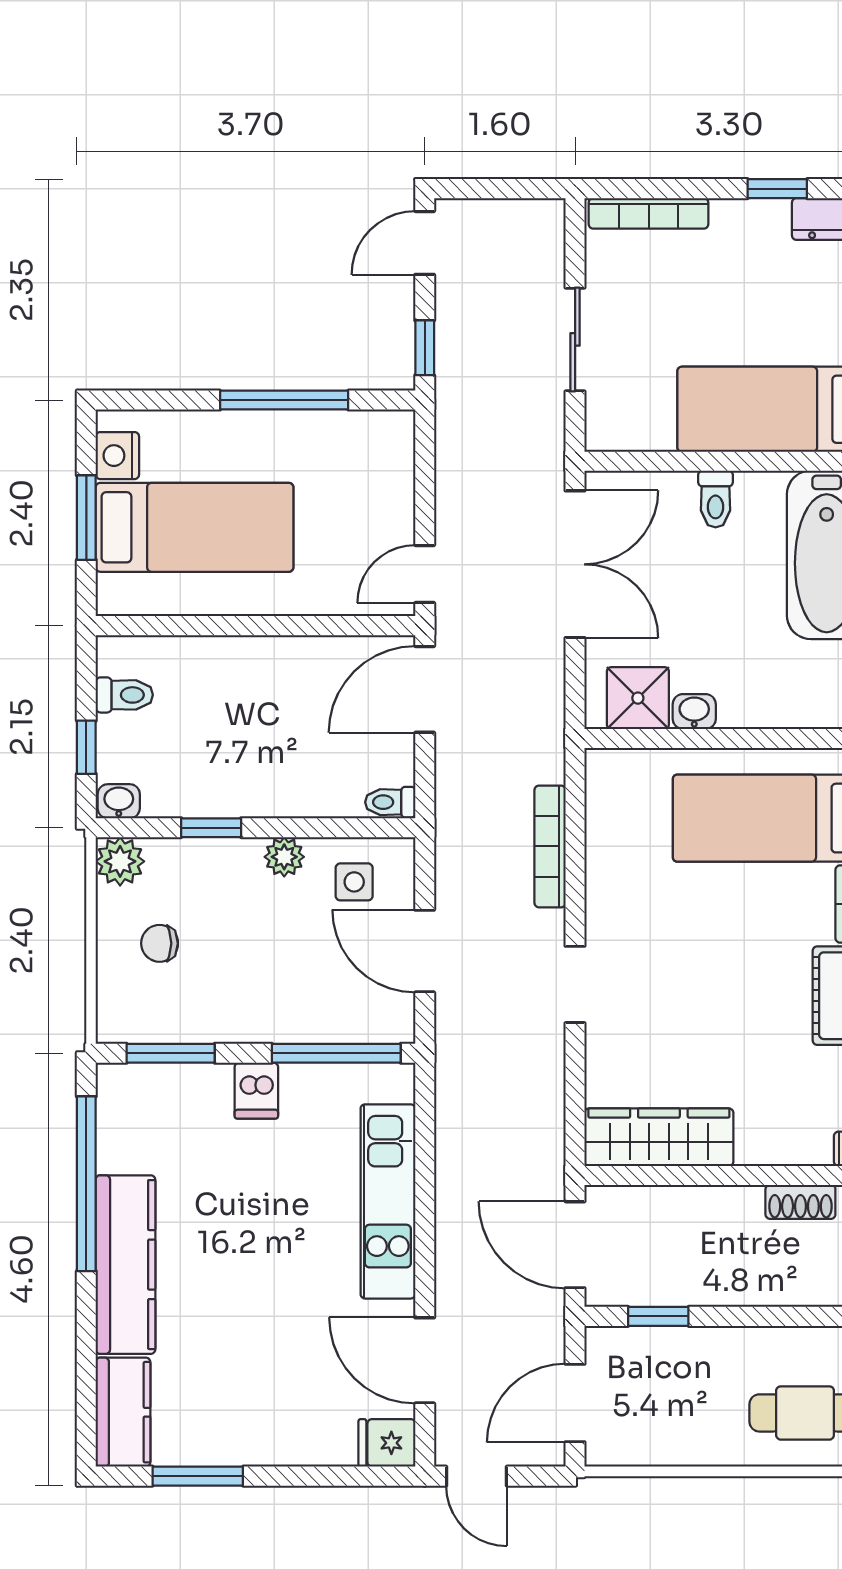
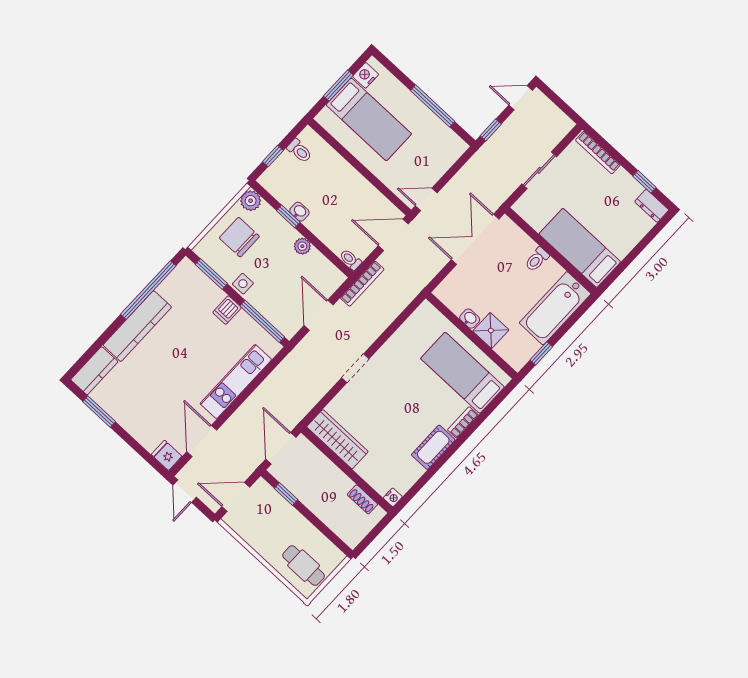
double door: (575, 564) -> (475, 239), swing flipped
shower: (638, 698) -> (491, 330), moved
washbasin: (119, 801) -> (299, 212), moved
bookcase: (550, 846) -> (362, 284), moved, turned 180
side table: (354, 882) -> (243, 284), moved
chair: (160, 943) -> (239, 237), width x1.87, depth x1.87

